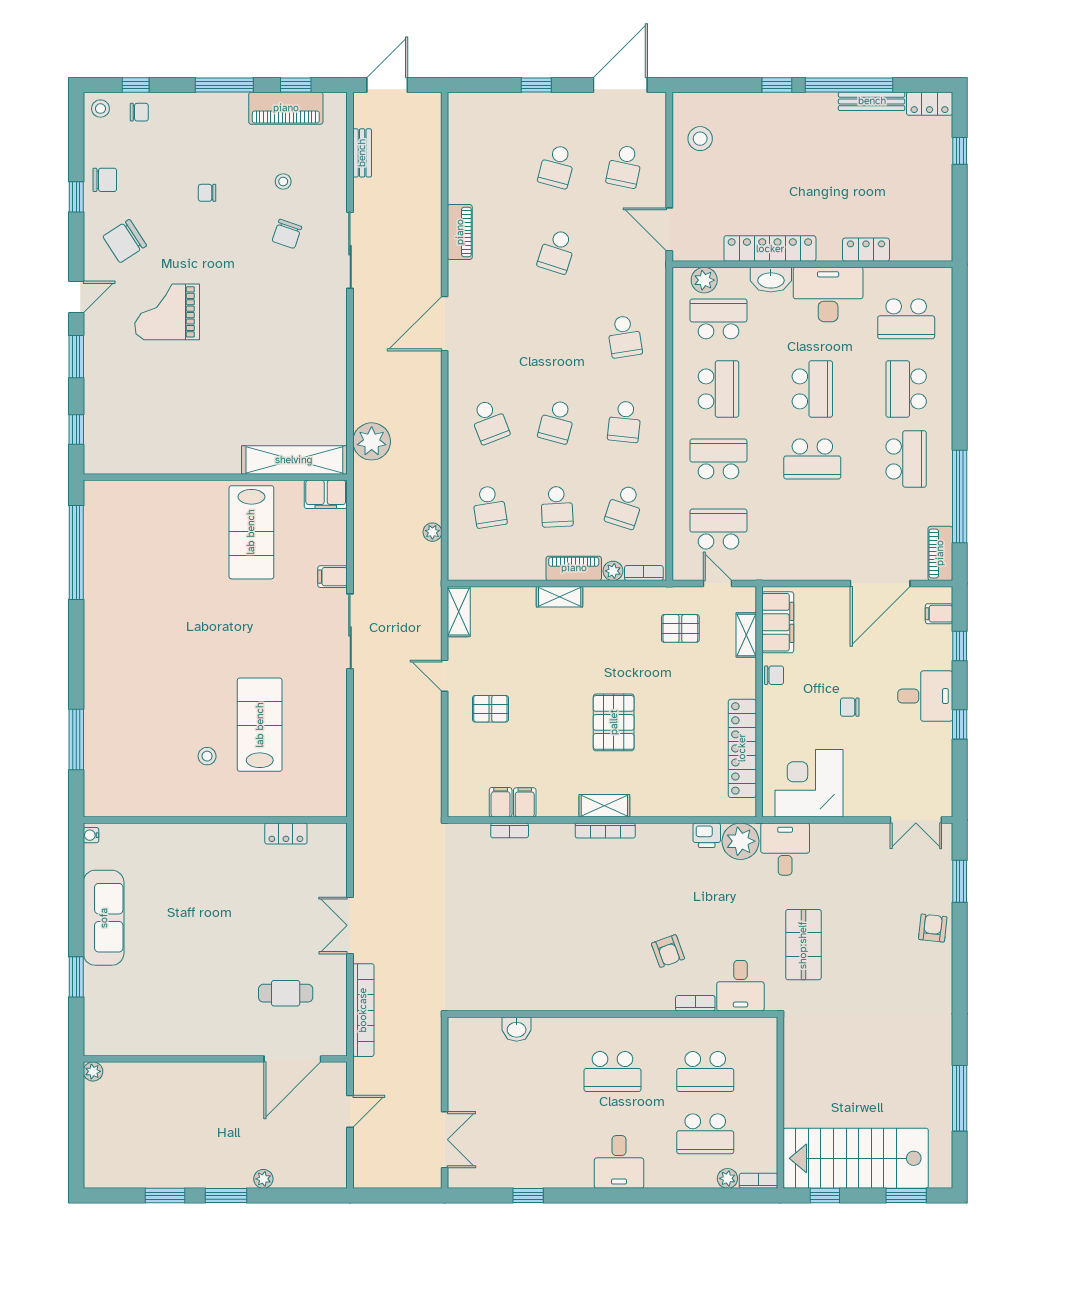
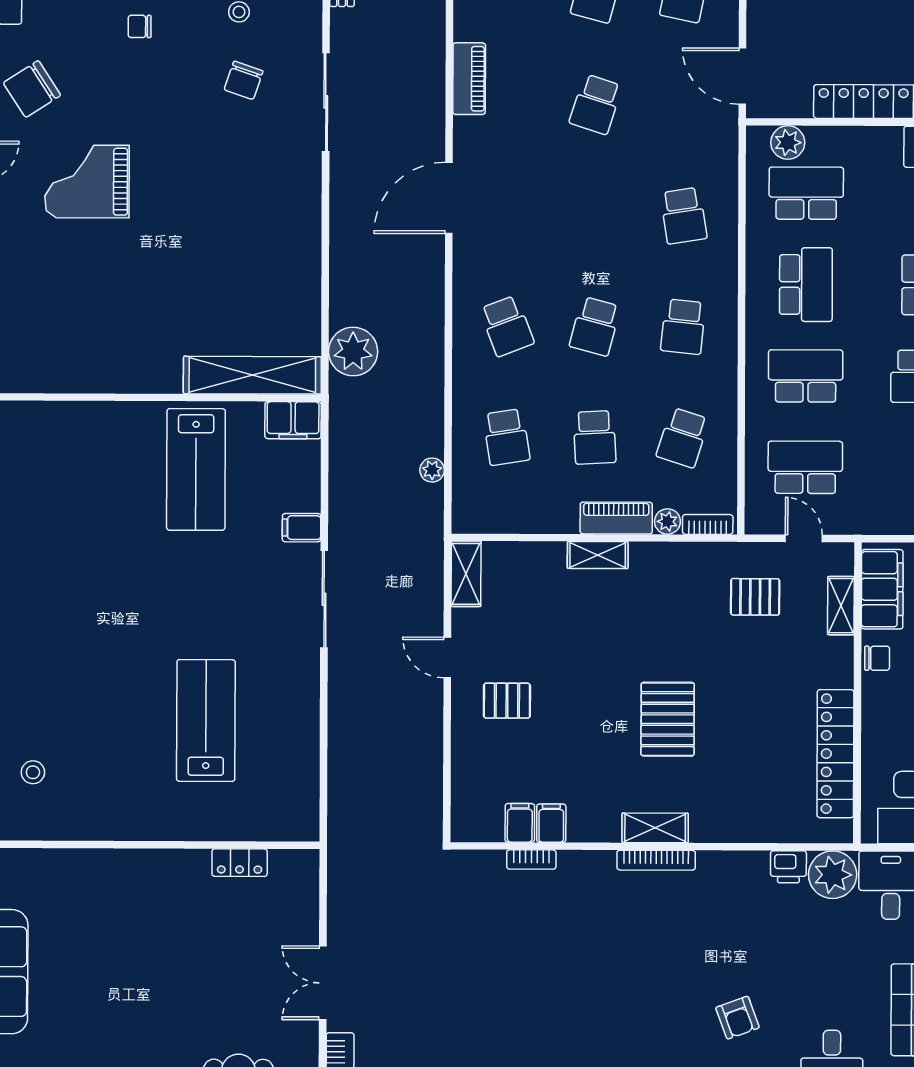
washbasin: (771, 280) -> (875, 142), removed
stool: (207, 756) -> (33, 772), moved

